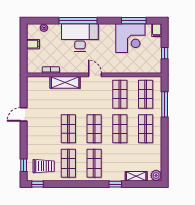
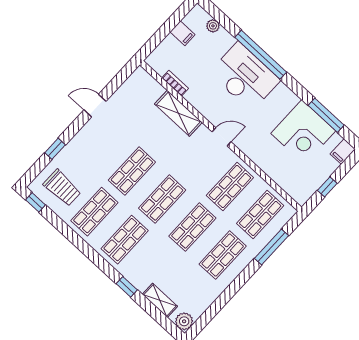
door: (95, 75) -> (222, 137), hinge flipped
window: (24, 165) -> (55, 149), moved

